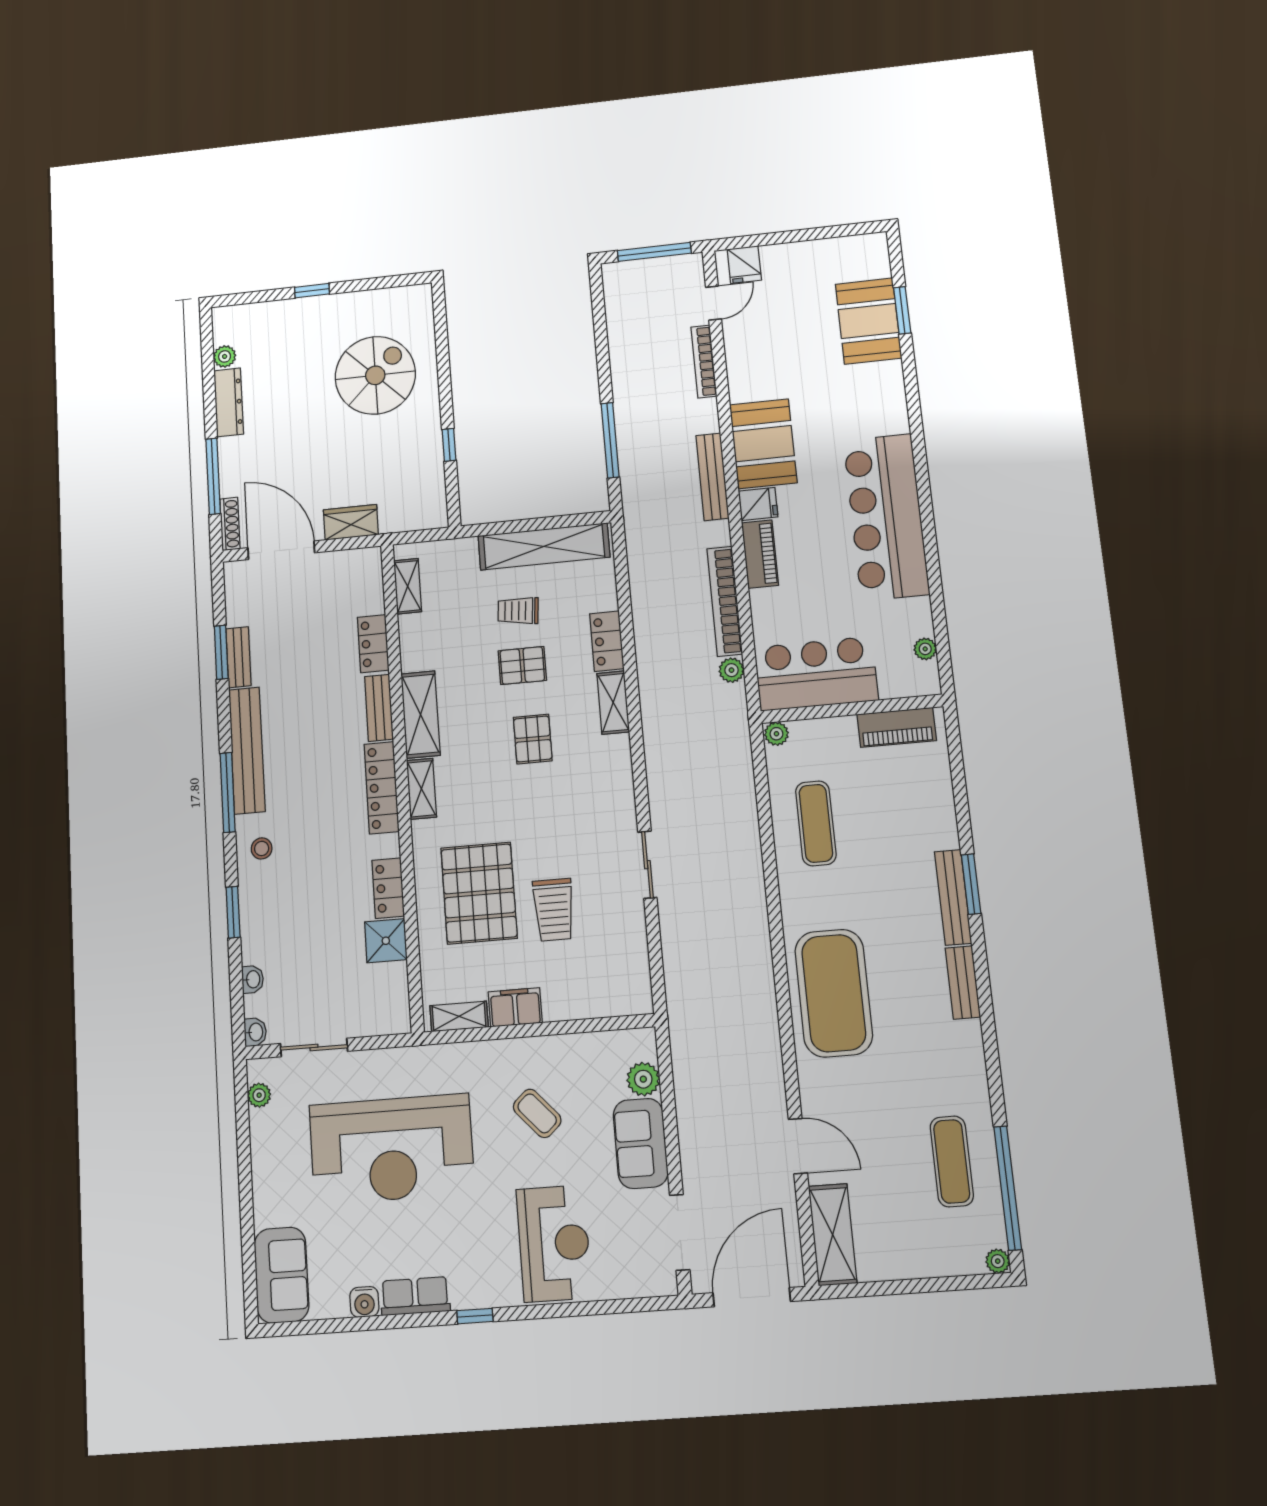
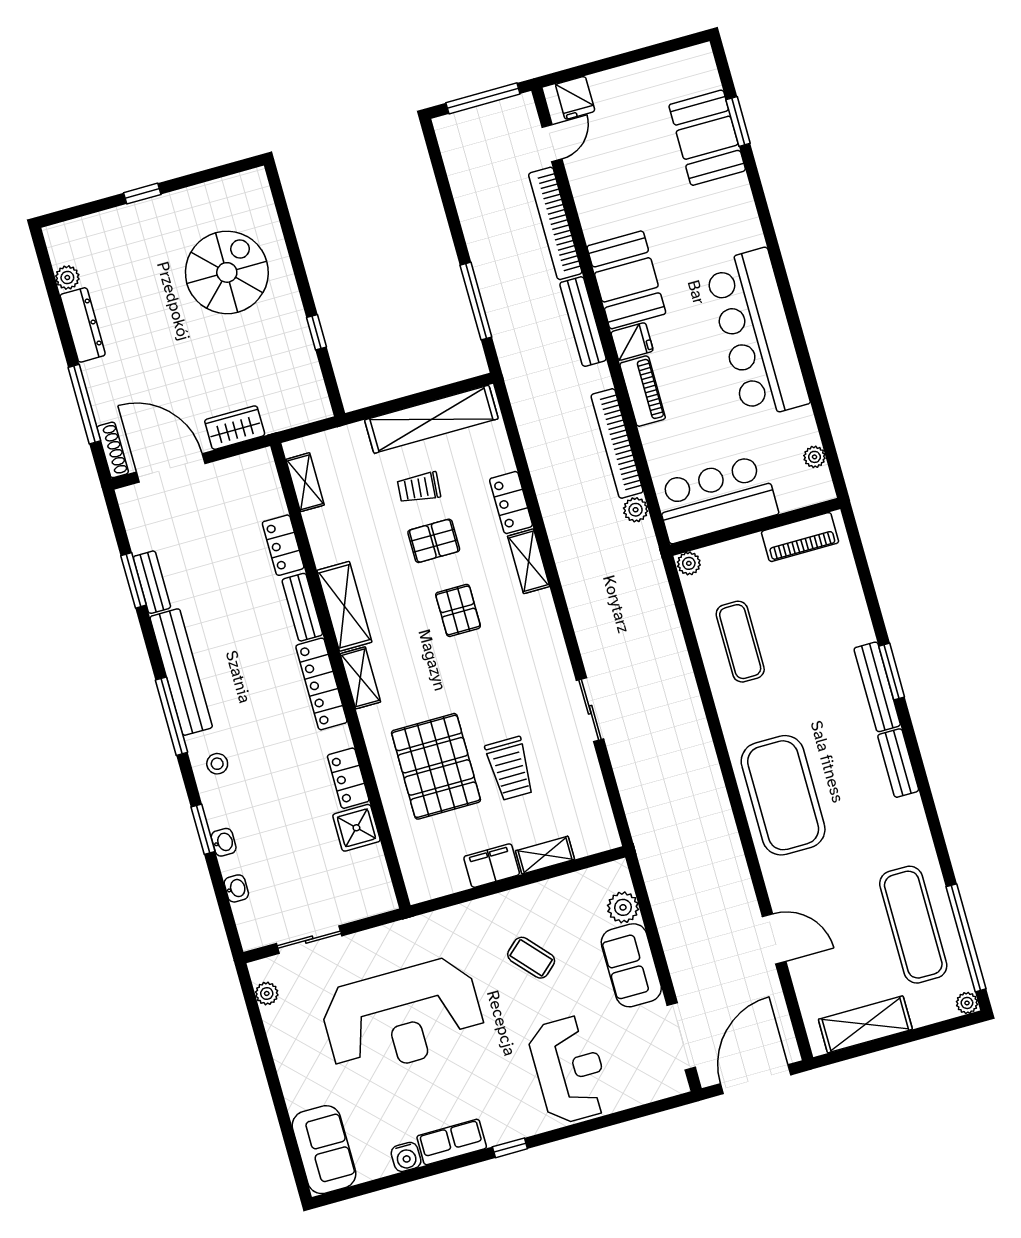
bookcase: (704, 361) -> (555, 223), width x1.48, depth x1.31
shelving: (459, 1016) -> (545, 855), moved
washbasin: (255, 1032) -> (224, 842), moved
exercise mat: (952, 1161) -> (913, 925), width x1.36, depth x1.45
shelving: (833, 1235) -> (865, 1024), moved, turned 90

